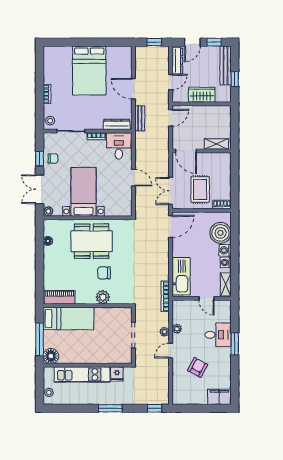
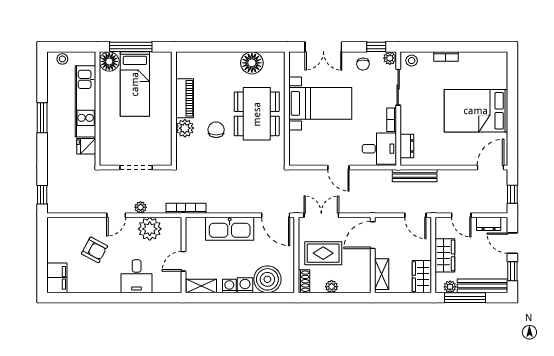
dresser: (177, 61) -> (489, 224), width x0.70
window: (235, 79) -> (465, 298), width x2.17
door: (133, 89) -> (491, 168), moved
plant: (226, 91) -> (450, 287), added
wardrobe: (218, 113) -> (422, 277), added
bench: (140, 118) -> (415, 176), width x1.36
dresser: (117, 124) -> (407, 146), width x0.70
window: (40, 159) -> (376, 47), moved
door: (133, 178) -> (338, 168), hinge flipped
plant: (226, 183) -> (332, 287), added
double door: (40, 189) -> (323, 47), swing flipped
plant: (48, 211) -> (390, 58), moved
floor lamp: (48, 241) -> (252, 63), width x1.89, depth x1.89
kitchen sink: (181, 276) -> (230, 229), moved
piano: (60, 297) -> (185, 98), moved
bed: (68, 319) -> (135, 84), moved
plant: (177, 329) -> (150, 229), width x1.88, depth x1.88
window: (235, 344) -> (125, 298), removed
door: (171, 351) -> (116, 215), swing flipped
window: (110, 408) -> (42, 118), moved

